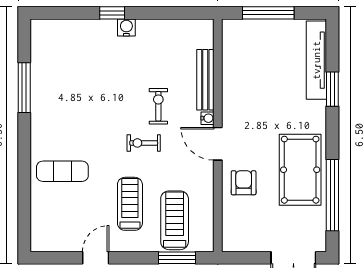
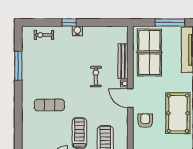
window: (268, 13) -> (170, 23), moved
table tennis table: (251, 64) -> (149, 52), added
exercise bike: (144, 143) -> (44, 35), moved
exercise mat: (62, 171) -> (49, 105), moved

